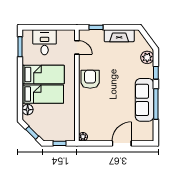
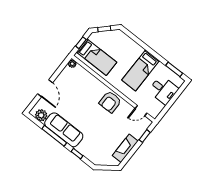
plant: (147, 57) -> (41, 115), moved
armchair: (90, 79) -> (110, 102), turned 90
bed: (43, 94) -> (97, 57), moved, turned -90
floor lamp: (28, 110) -> (124, 39), removed

